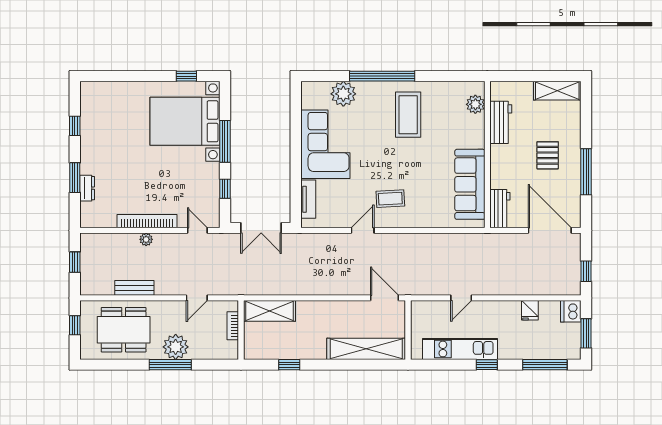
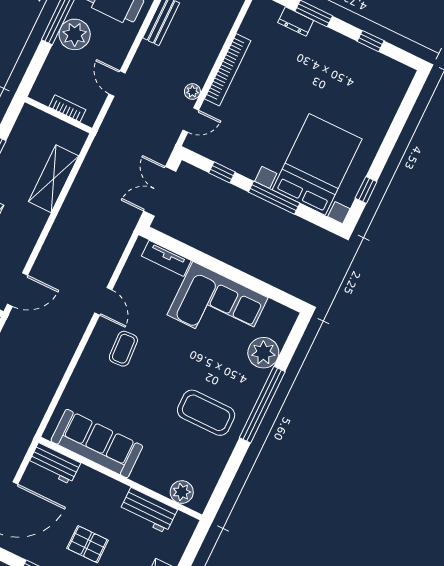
plant: (146, 239) -> (192, 91), moved
shelving: (269, 311) -> (54, 179), moved

